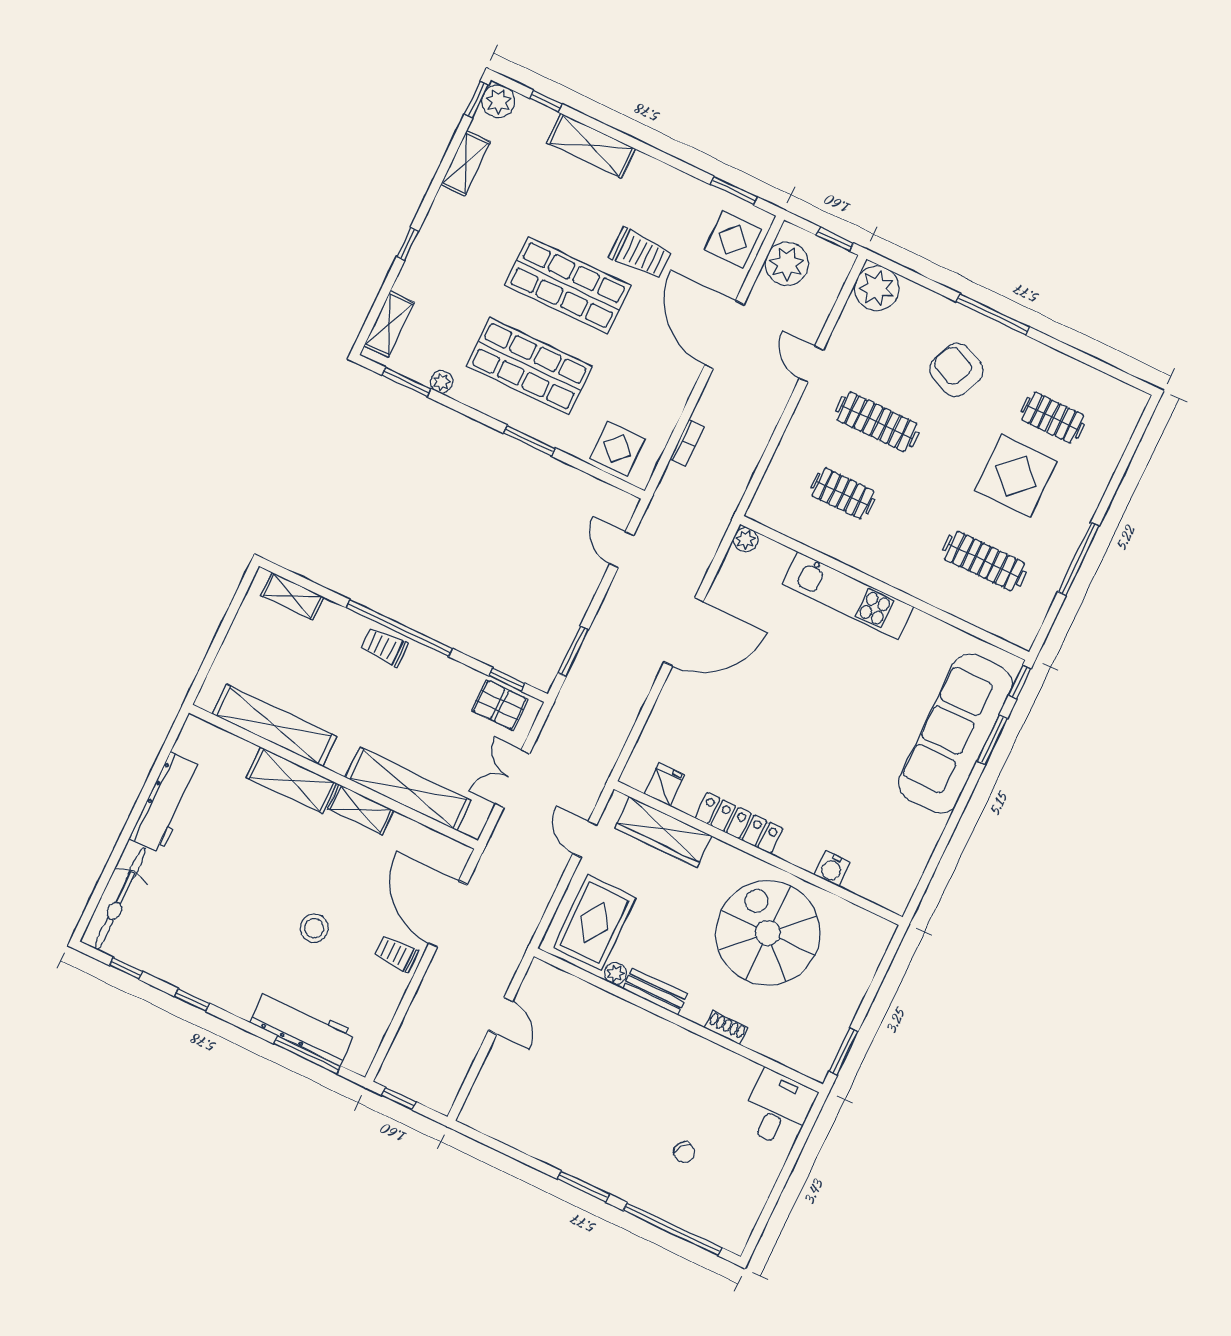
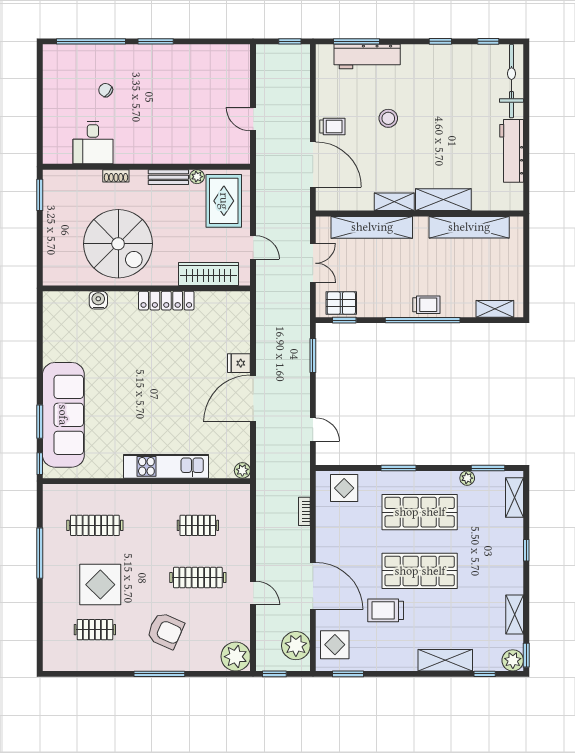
fridge: (664, 784) -> (239, 363), moved, turned 90
desk: (778, 1109) -> (93, 143), moved

